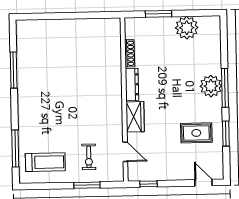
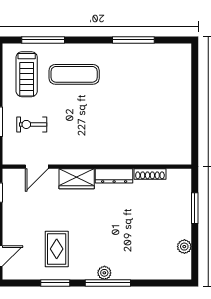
plant: (187, 28) -> (184, 247), width x0.53, depth x0.53
plant: (211, 86) -> (104, 273), width x0.53, depth x0.53
exercise mat: (45, 121) -> (74, 74), added

